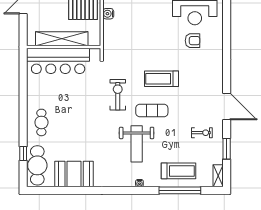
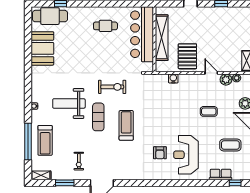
water cooler: (108, 14) -> (173, 79), moved
cafe table: (41, 122) -> (105, 26), moved

